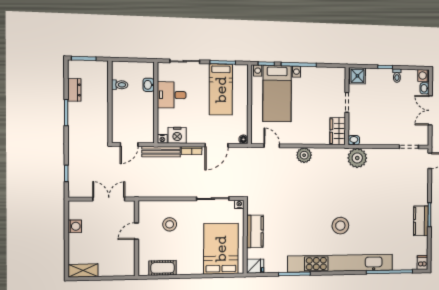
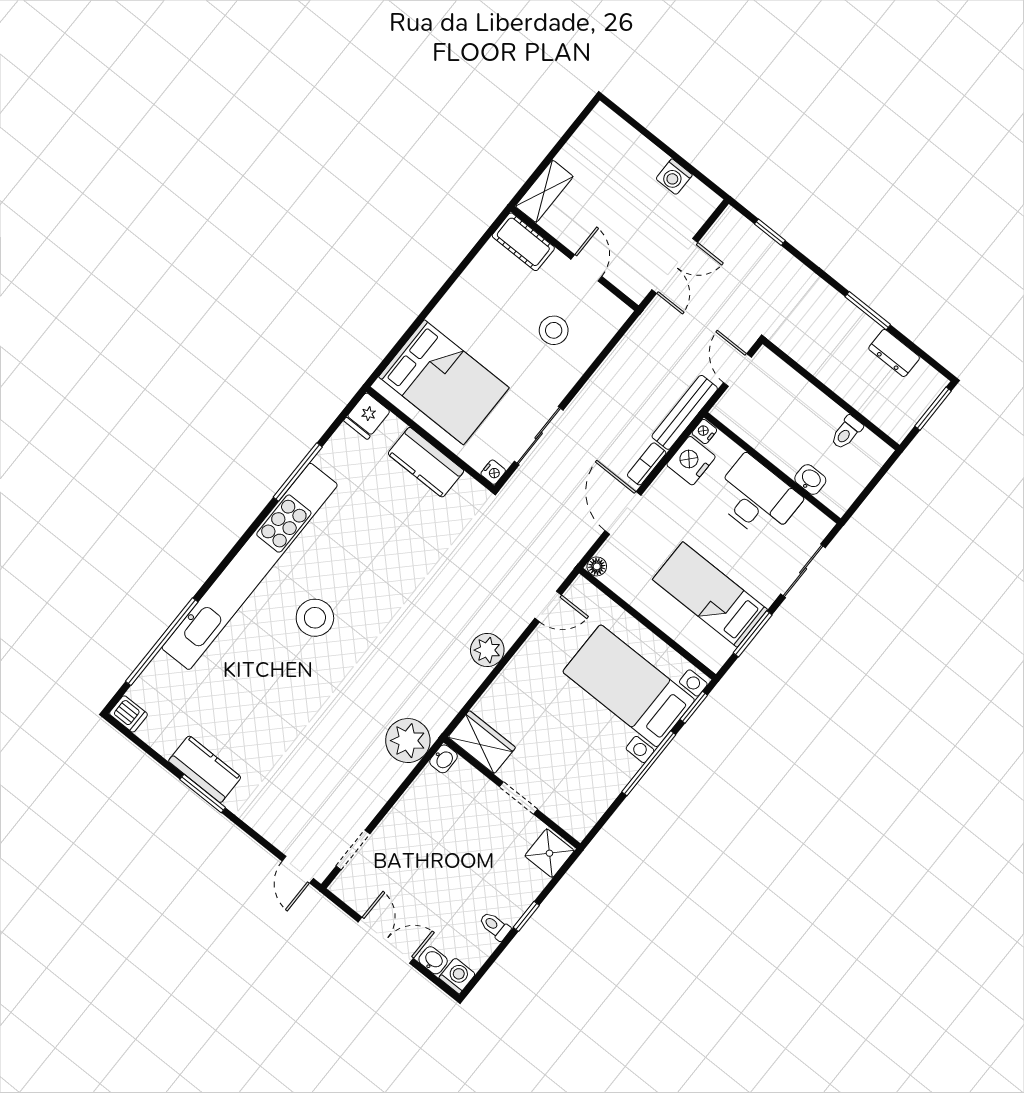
desk: (172, 95) -> (757, 498), width x1.37
cot: (163, 268) -> (523, 242), moved, turned 90
shelving: (83, 270) -> (544, 191), moved

